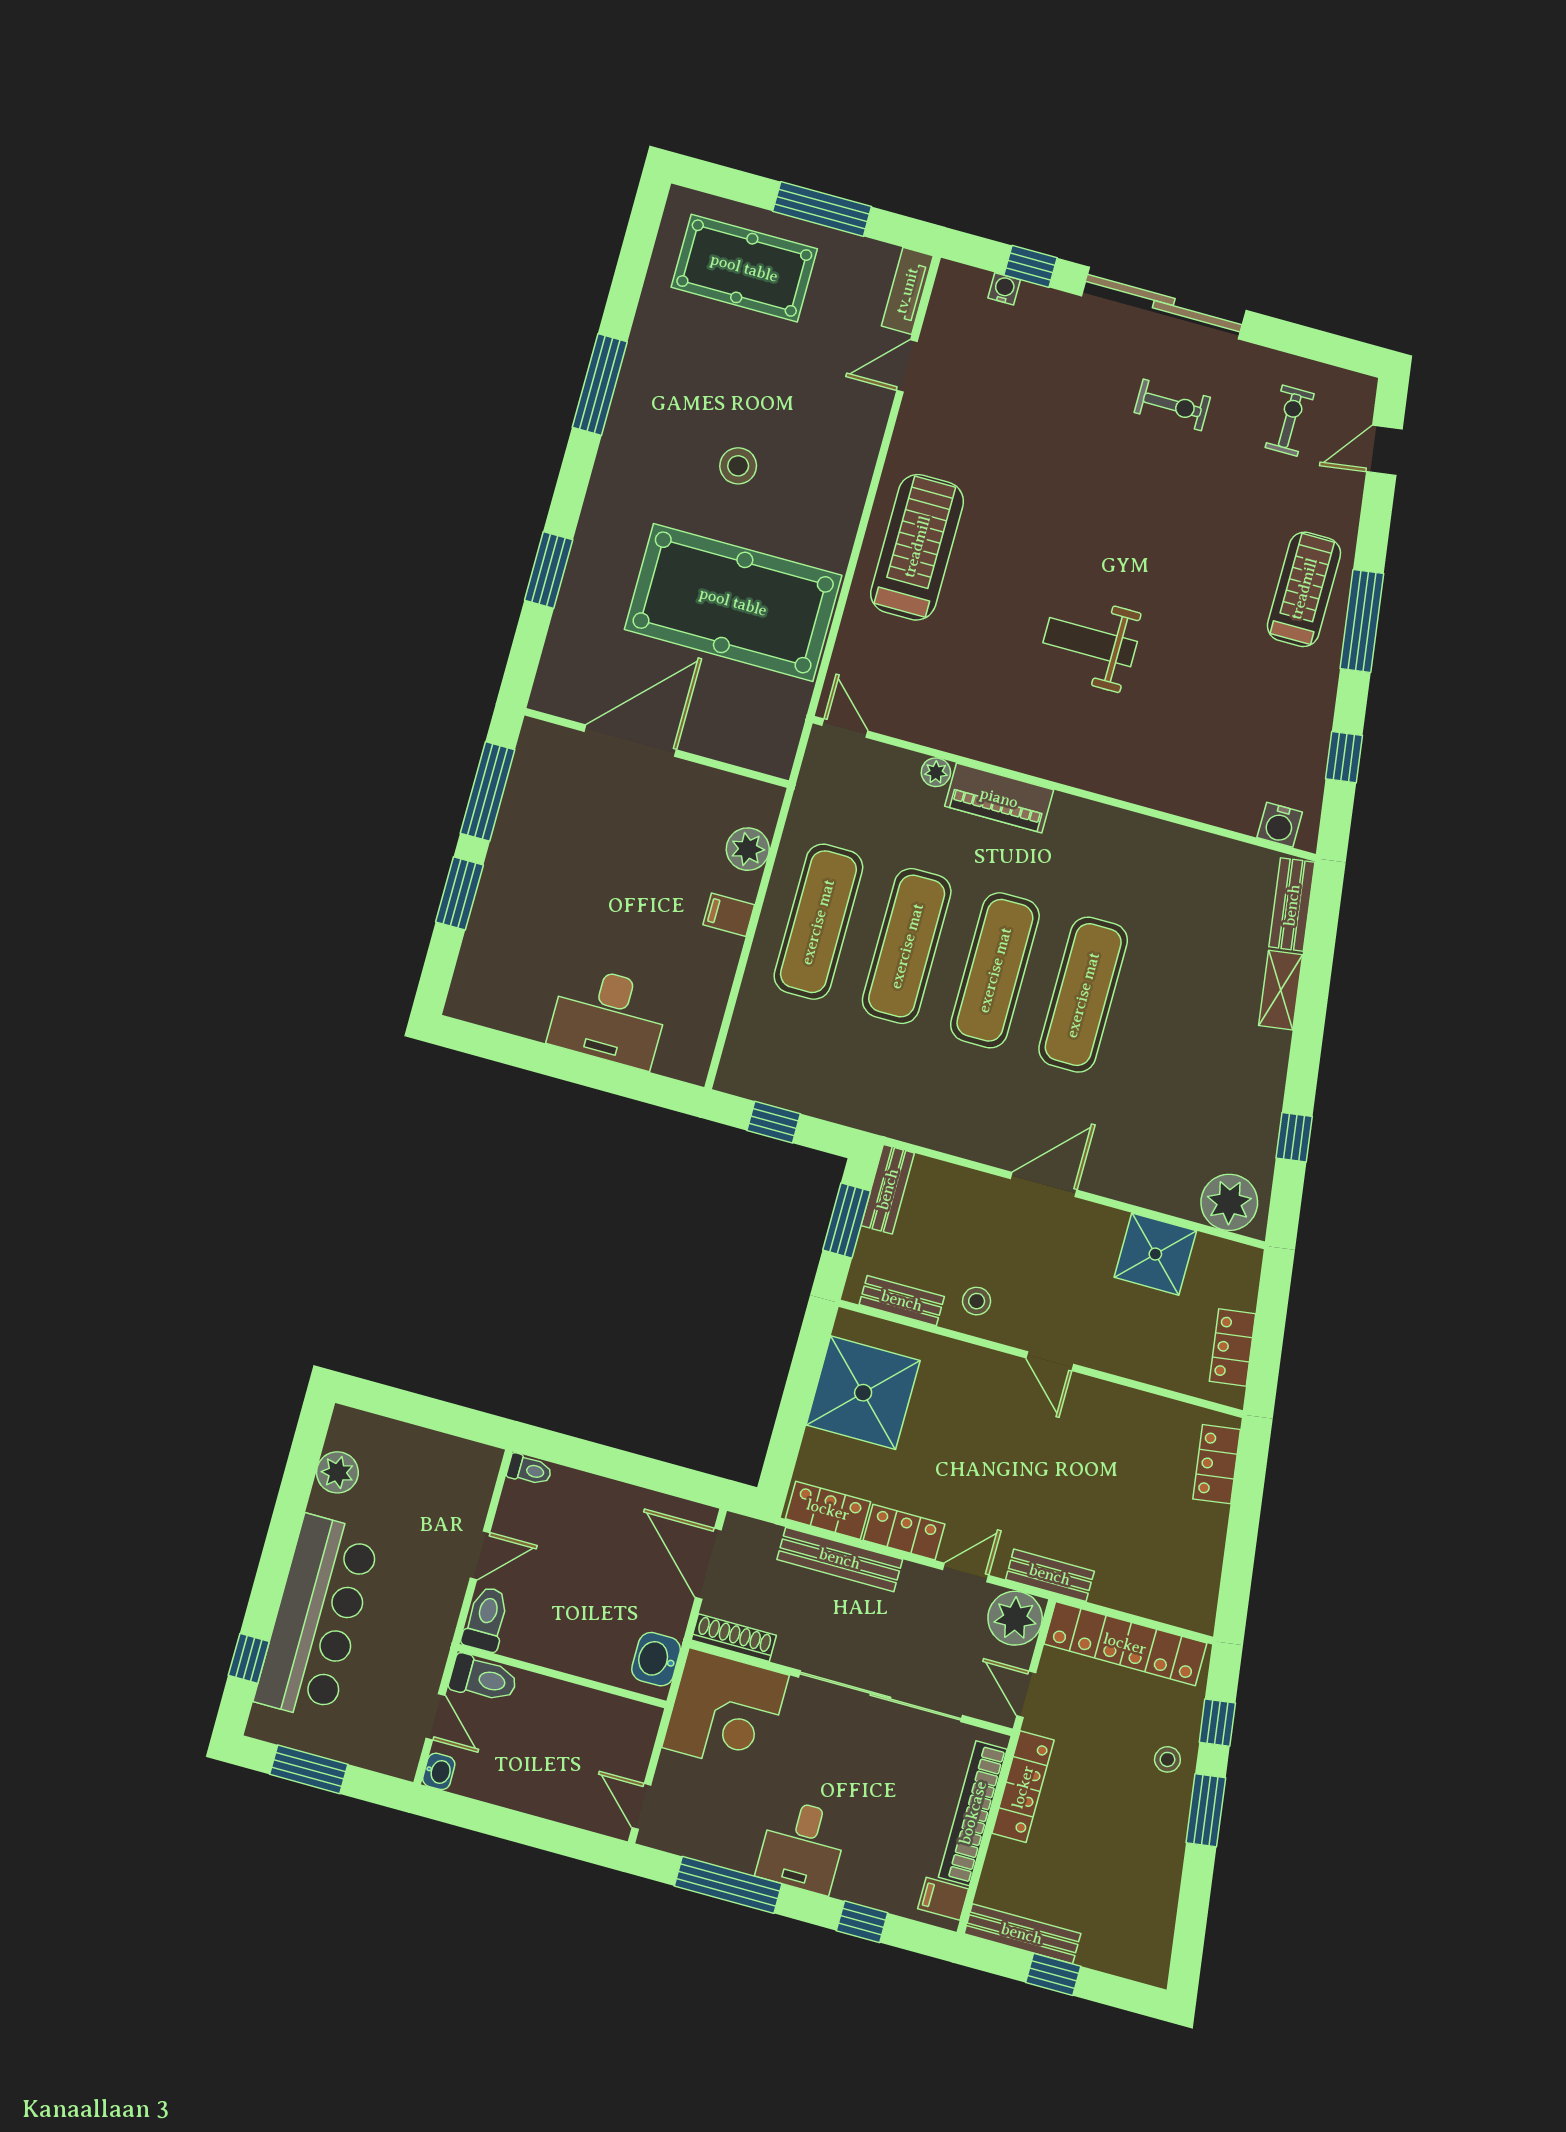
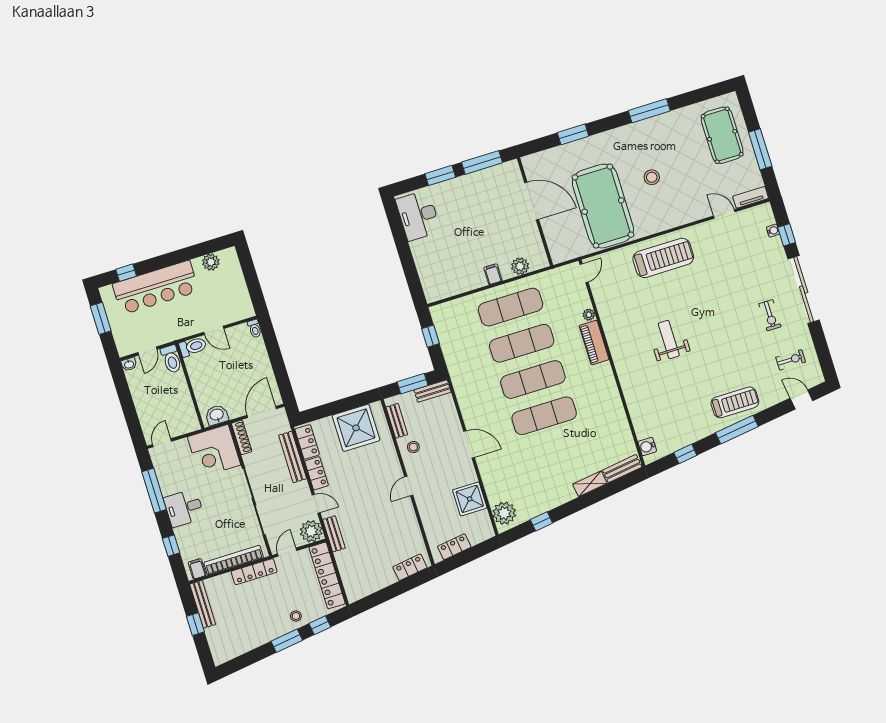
desk: (609, 1017) -> (418, 215), moved

